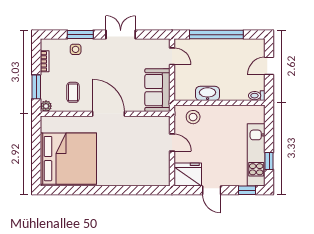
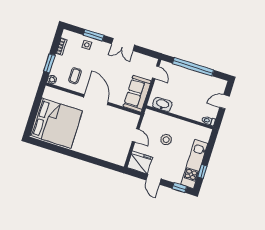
double door: (121, 35) -> (123, 45), swing flipped
washbasin: (208, 93) -> (162, 104), moved
stool: (193, 117) -> (166, 140), moved

